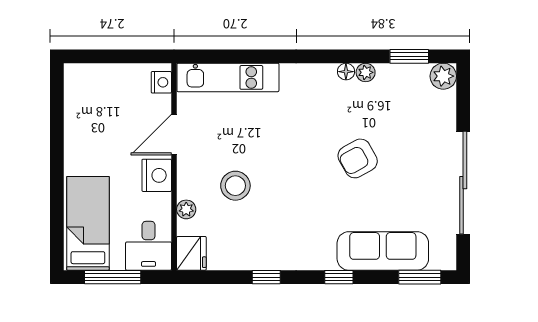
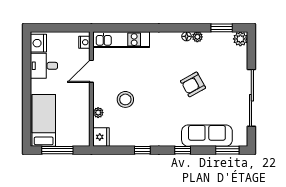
nightstand: (157, 175) -> (38, 43), moved, turned 180
desk: (149, 246) -> (44, 66), moved, turned 90

